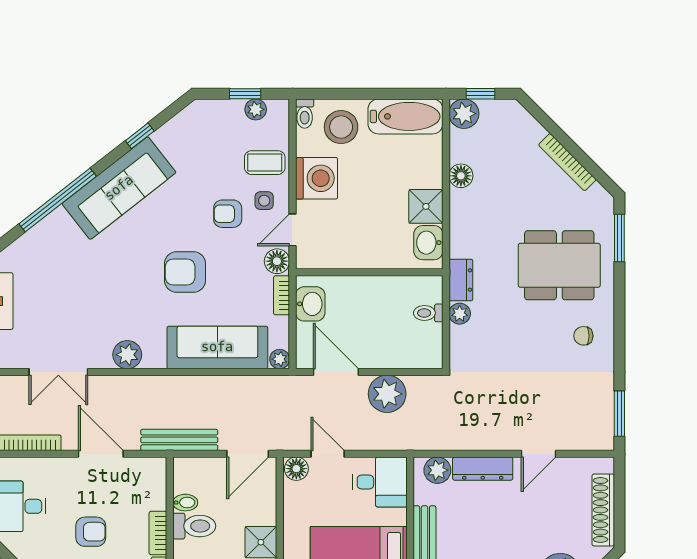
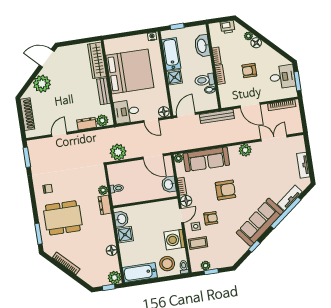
tv unit: (44, 232) -> (290, 198), added
plant: (387, 394) -> (118, 152), moved
dresser: (483, 469) -> (87, 124), width x0.70

